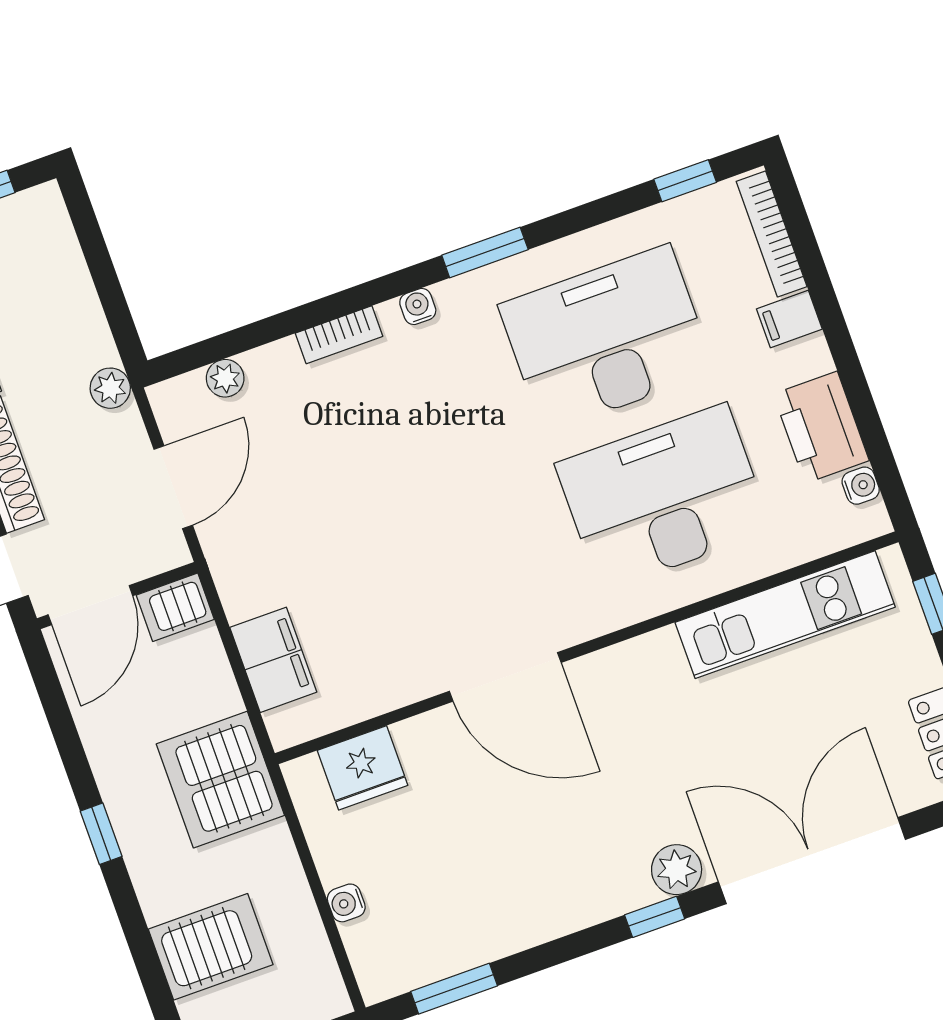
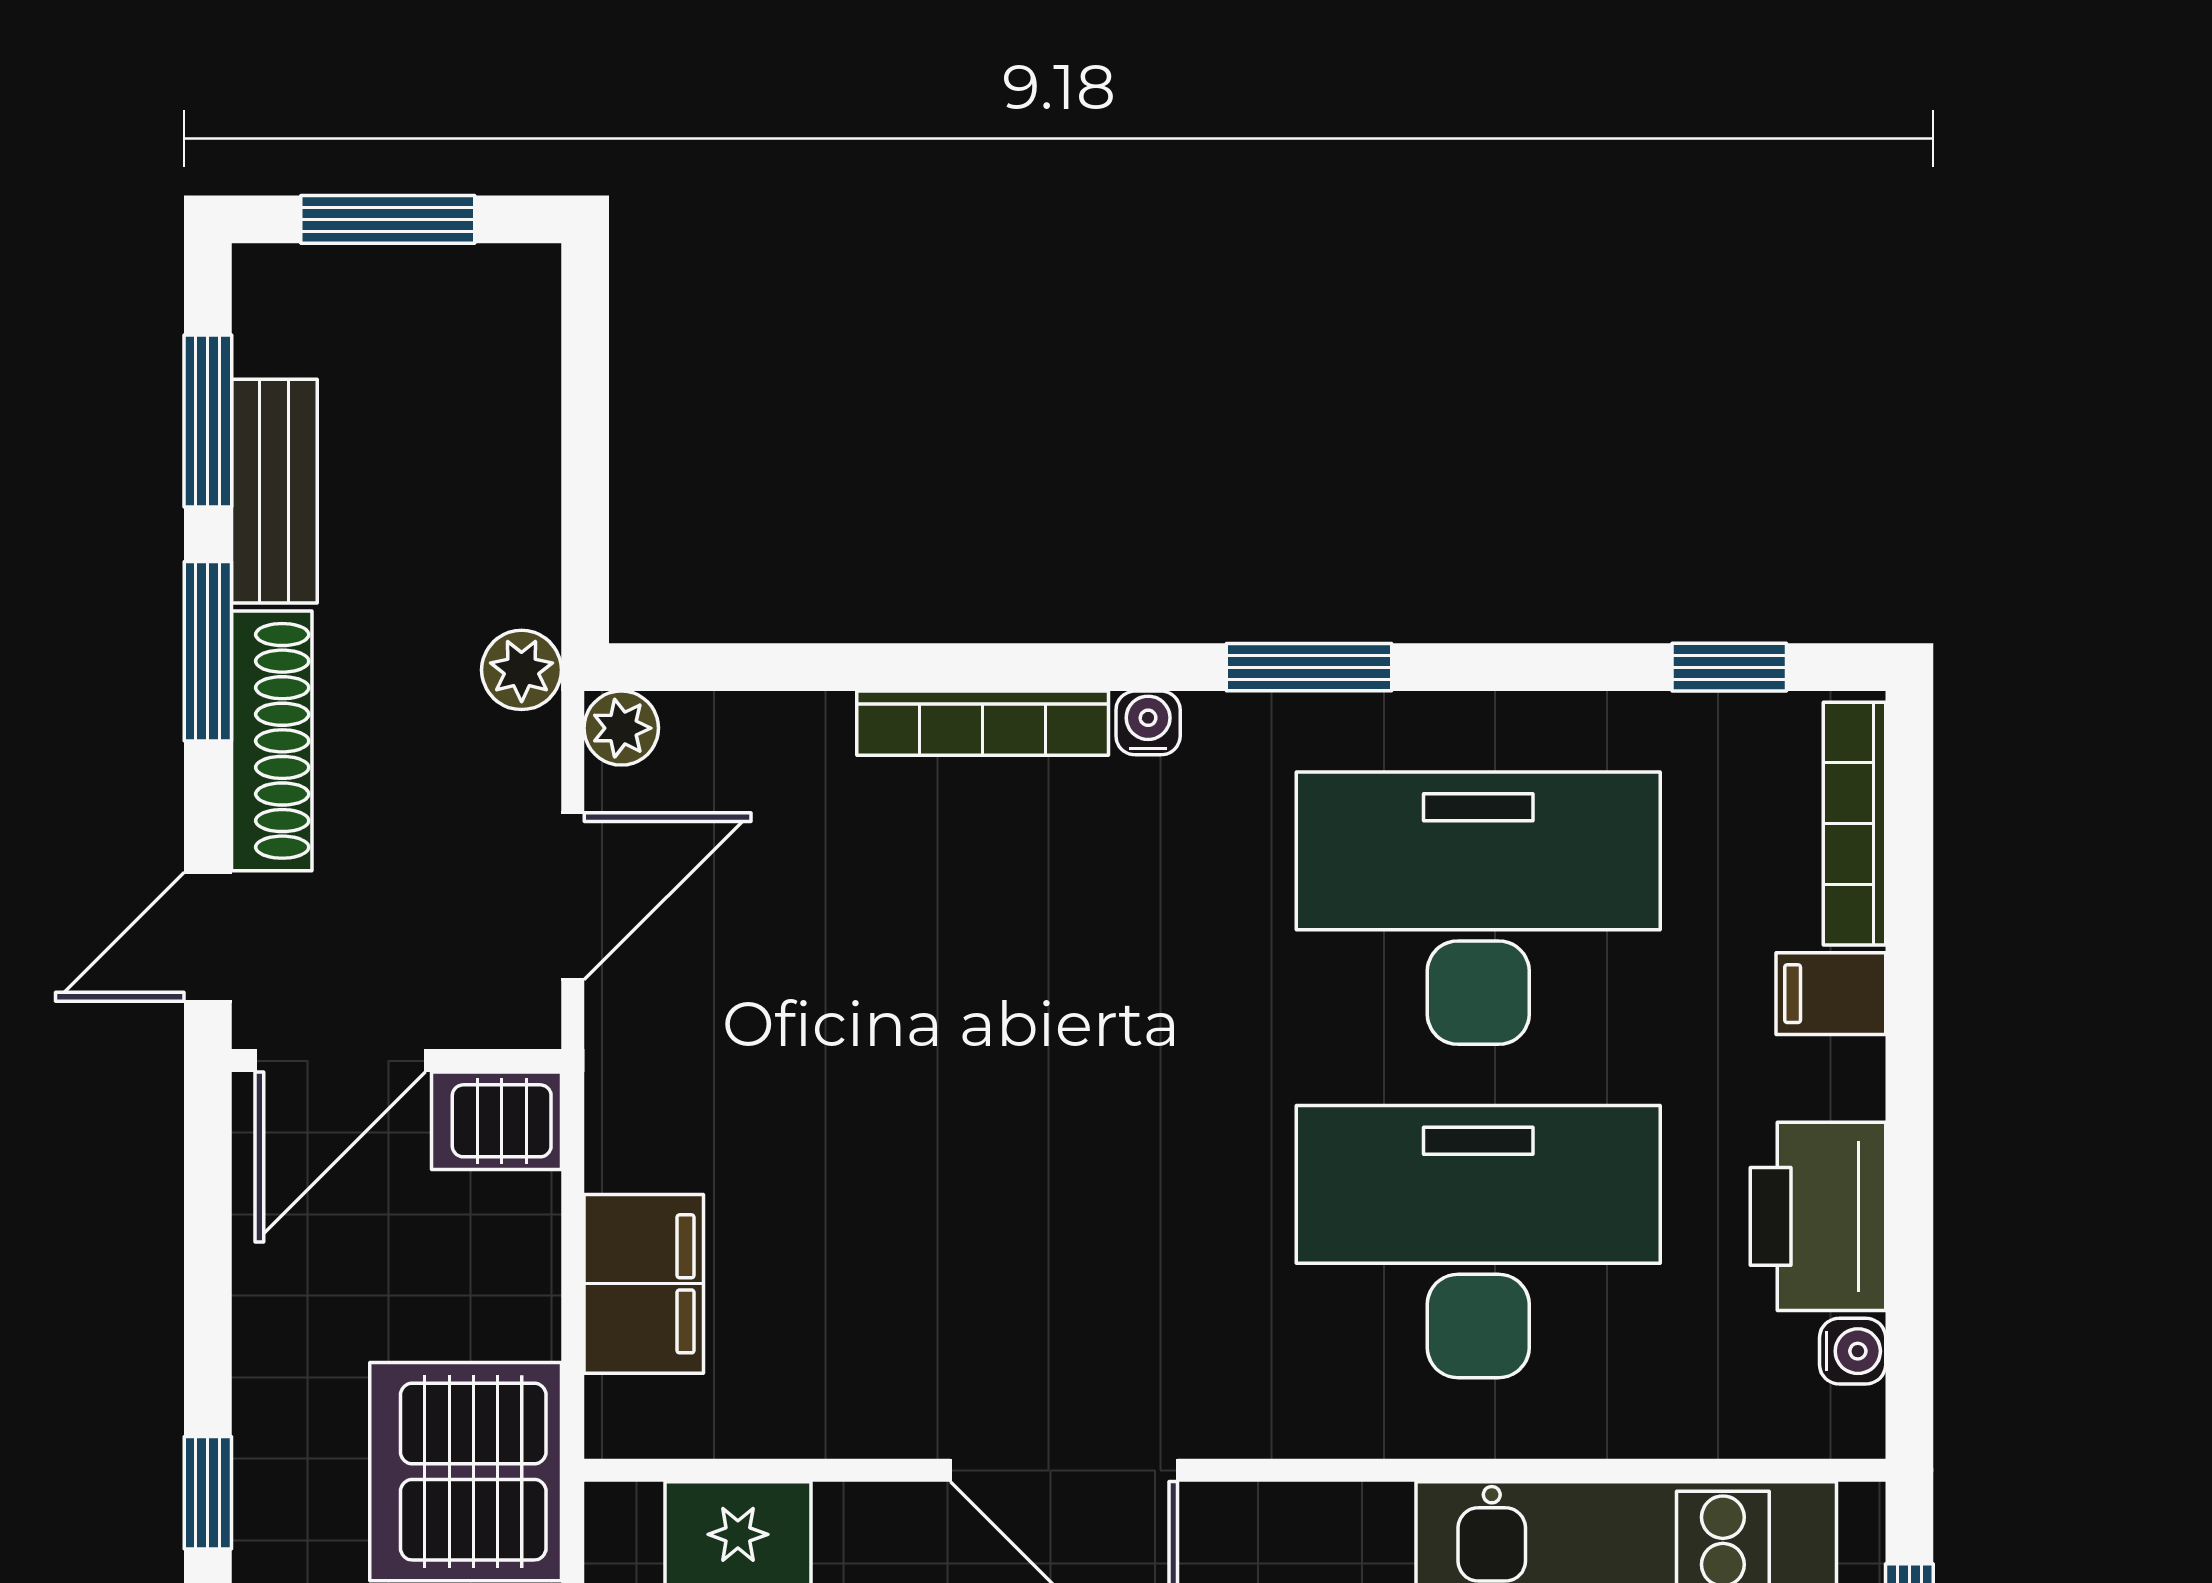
bookcase: (339, 335) -> (983, 723), width x1.56
plant: (225, 378) -> (621, 728), moved

